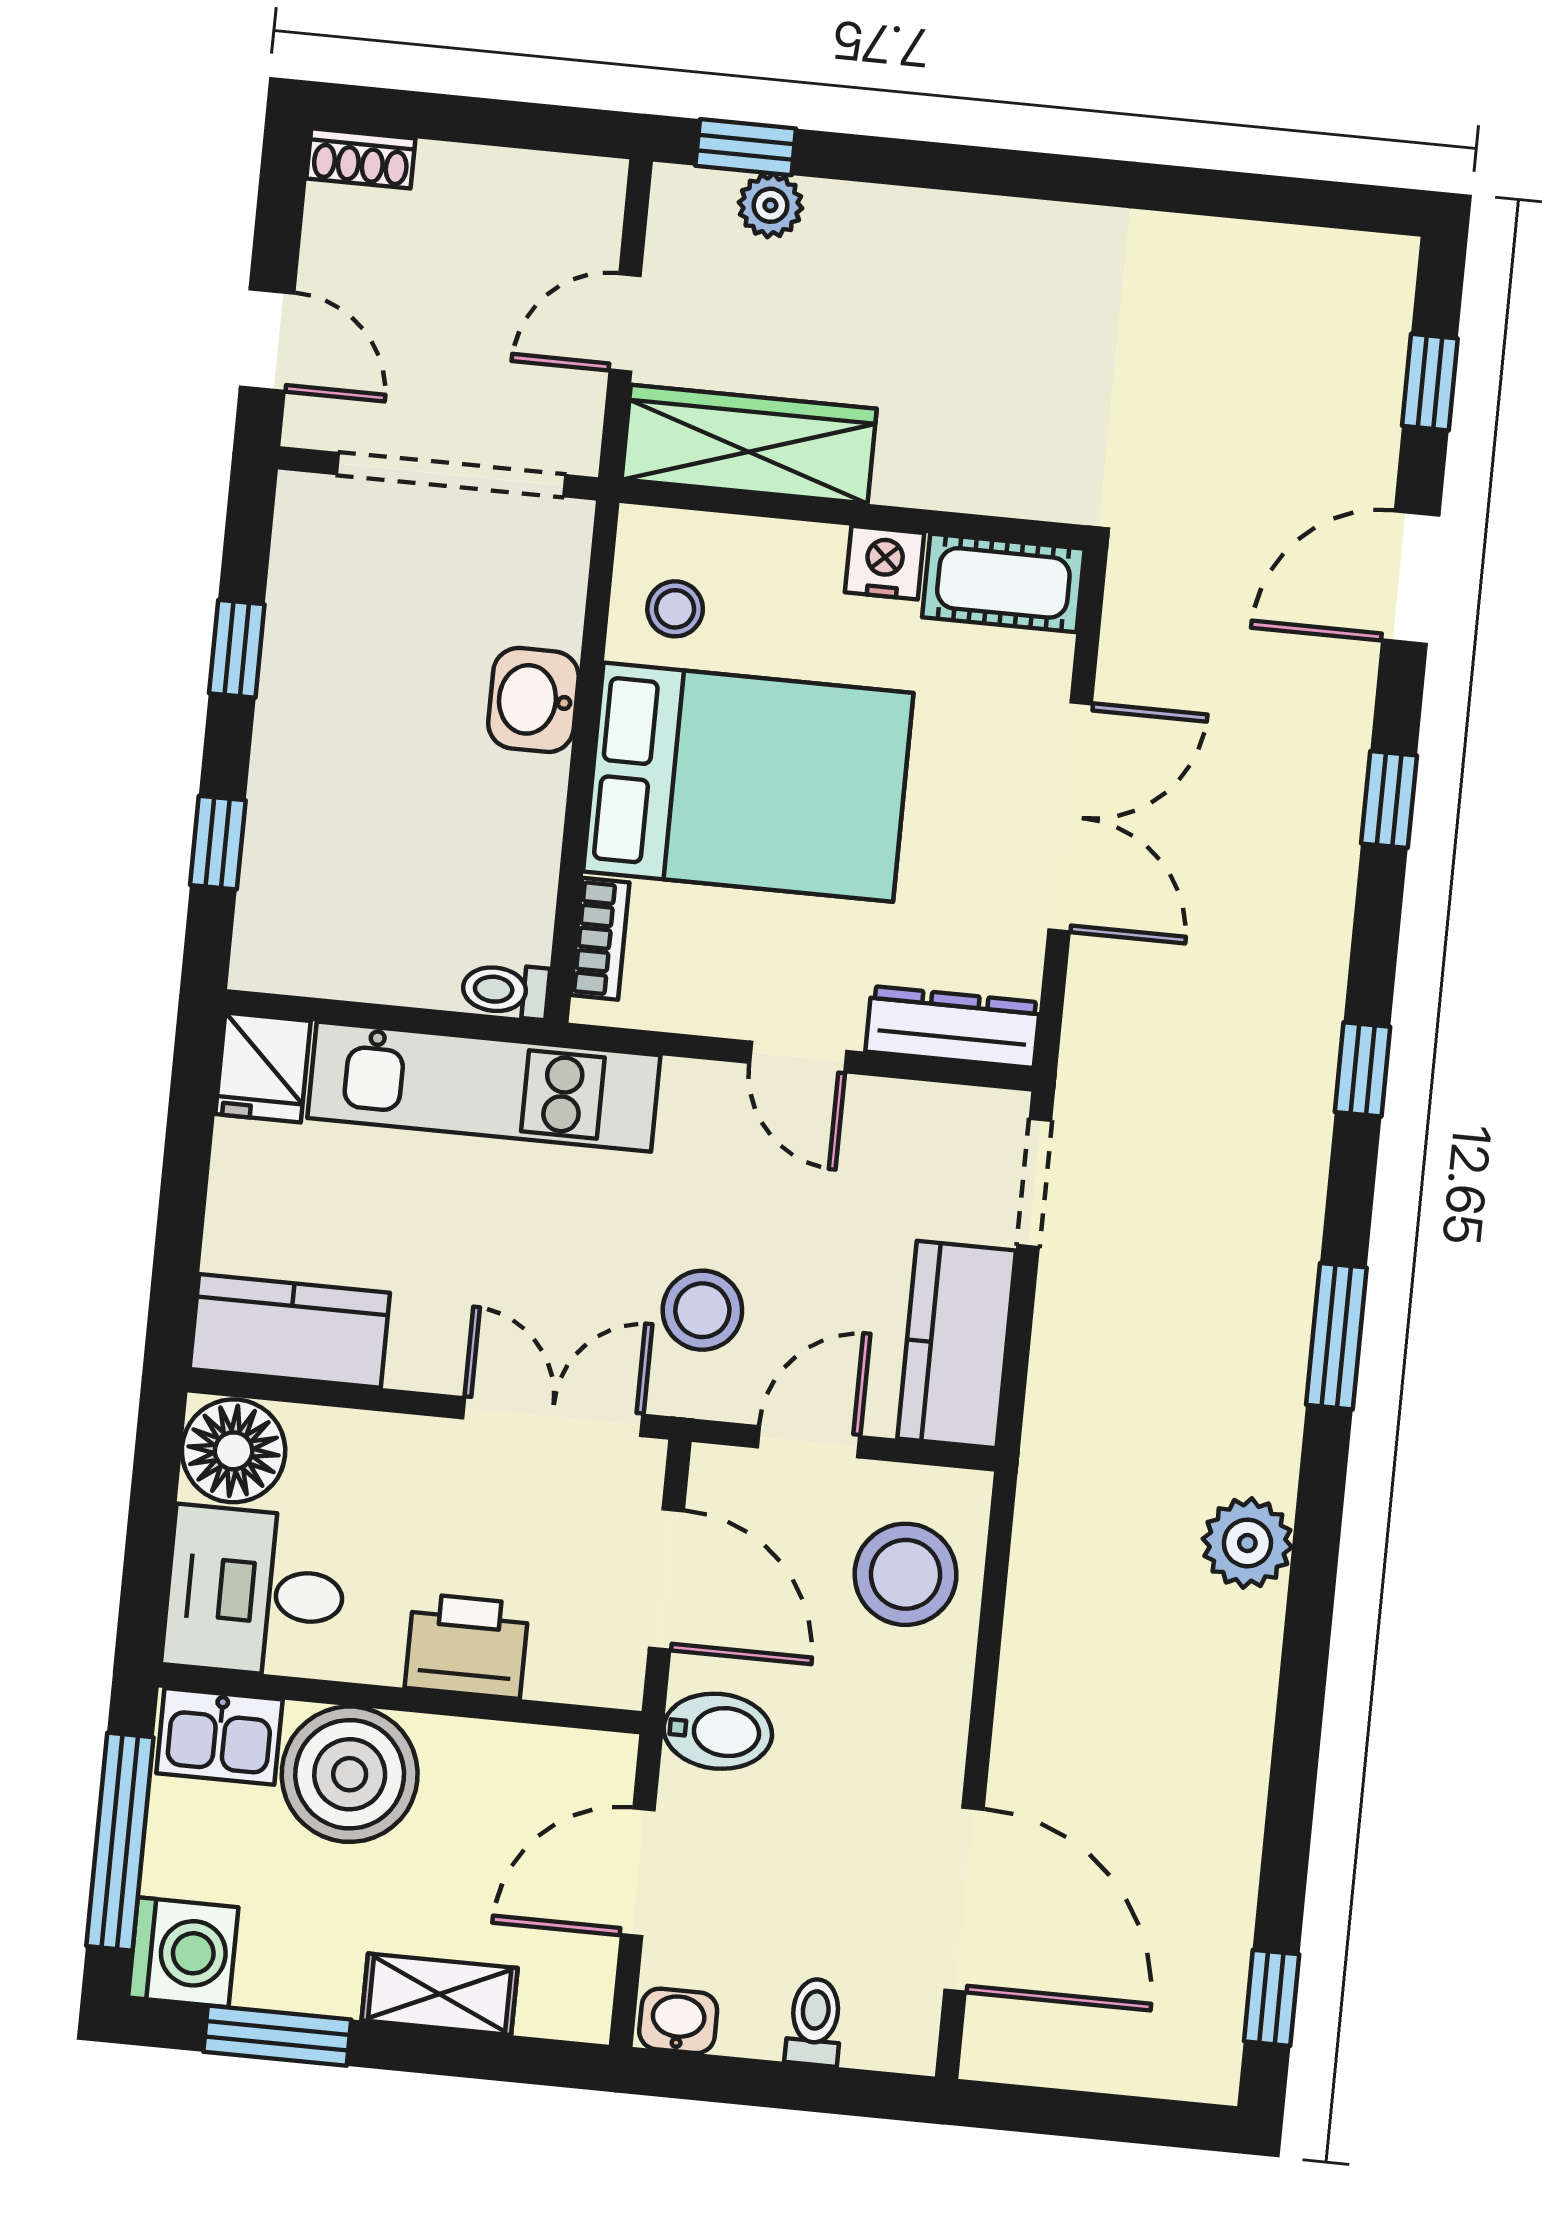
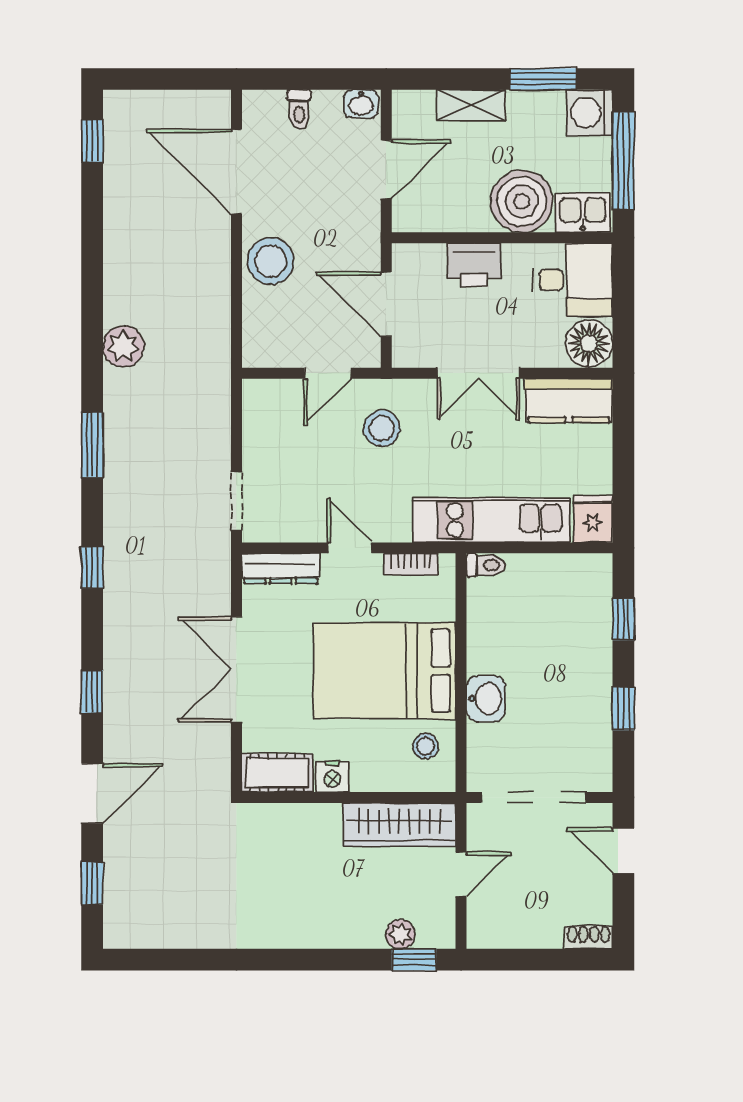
bookcase: (600, 939) -> (411, 564), moved, turned -90
kitchen counter: (957, 1344) -> (265, 424), removed
double door: (553, 1417) -> (479, 373), moved
stool: (905, 1574) -> (271, 261), moved
bidet: (718, 1731) -> (356, 237), removed

